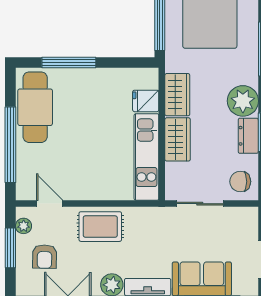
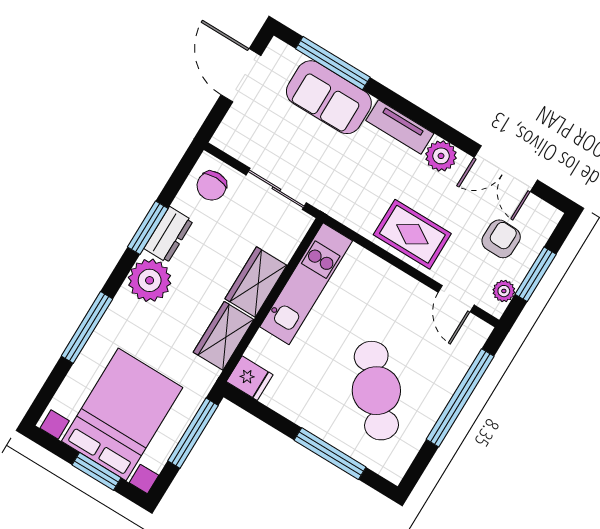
fridge: (146, 101) -> (250, 378), moved
cafe table: (35, 107) -> (376, 391), moved, turned -40
chair: (240, 182) -> (212, 186), turned 90

